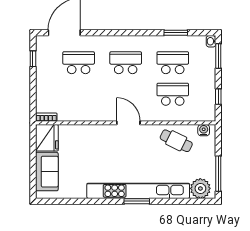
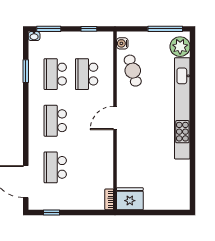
cafe table: (176, 141) -> (133, 71), turned -42
sofa: (47, 172) -> (163, 199), removed
window: (137, 201) -> (193, 110), removed

